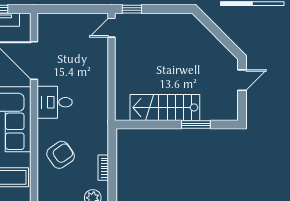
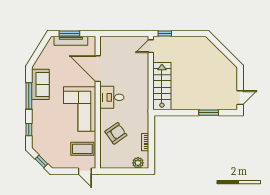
door: (242, 80) -> (240, 98), moved
stairs: (165, 107) -> (162, 86), moved, turned 90

